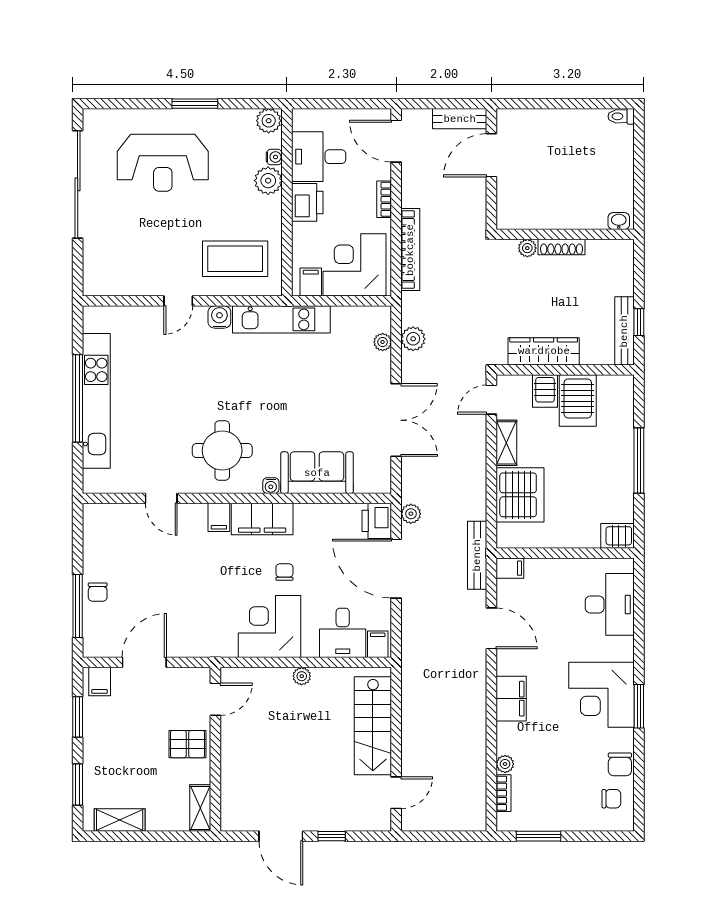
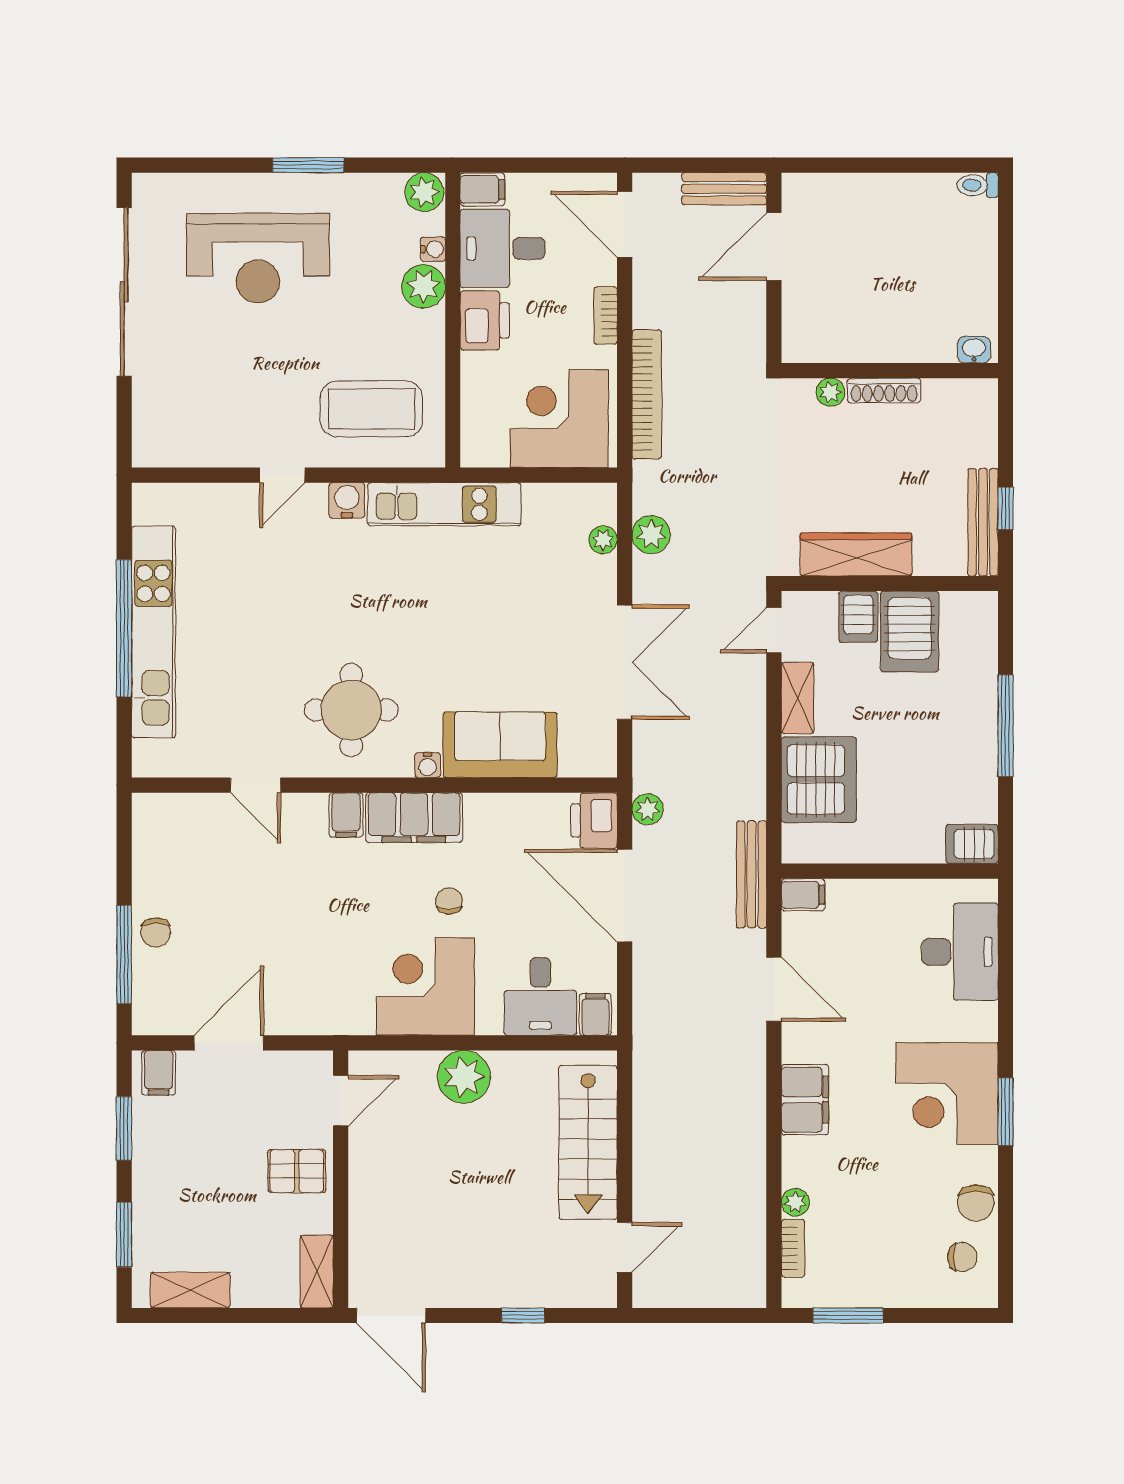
filing cabinet: (311, 282) -> (482, 190), moved, turned 90
plant: (302, 676) -> (464, 1077), width x1.88, depth x1.88
door: (281, 836) -> (391, 1316), moved

